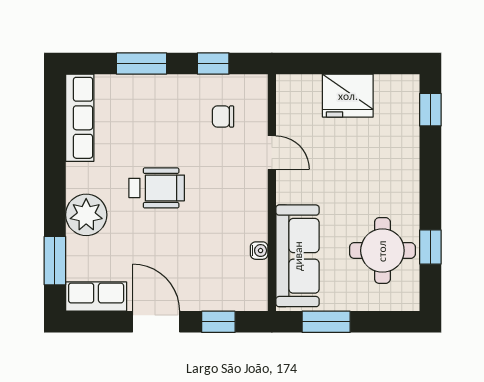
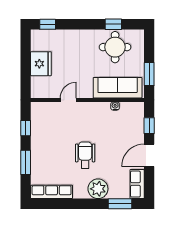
chair: (223, 116) -> (51, 123), removed

